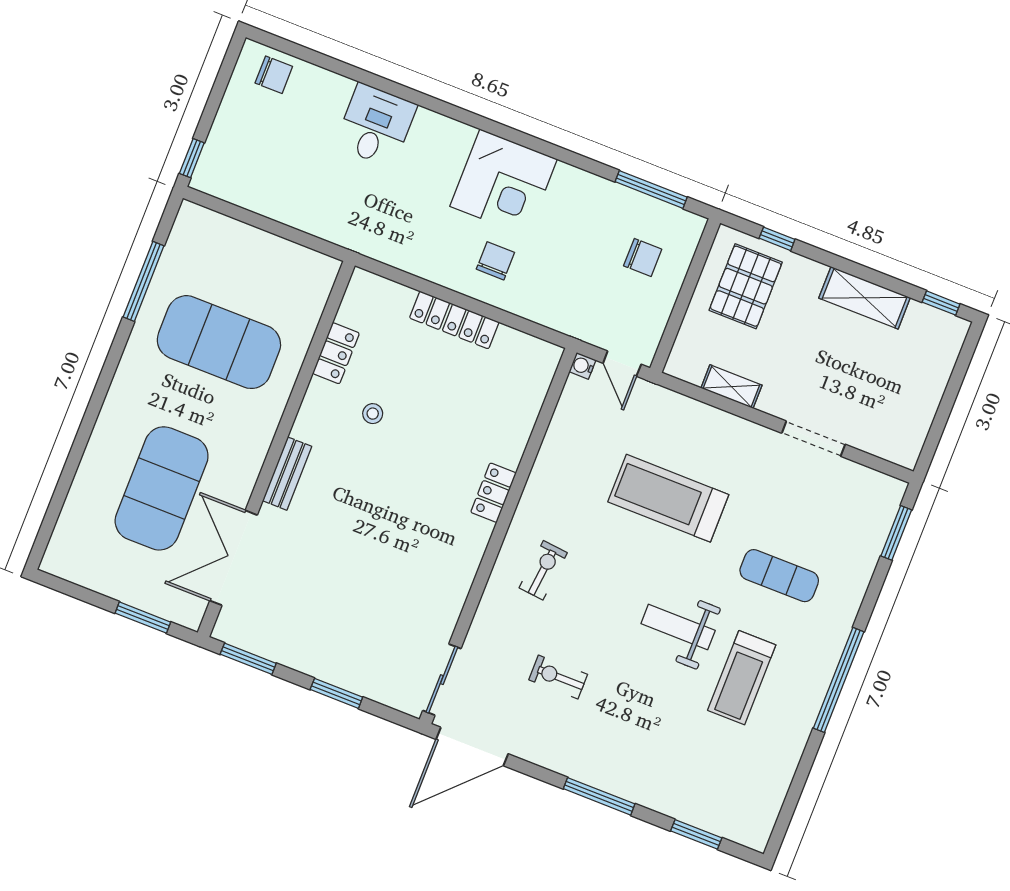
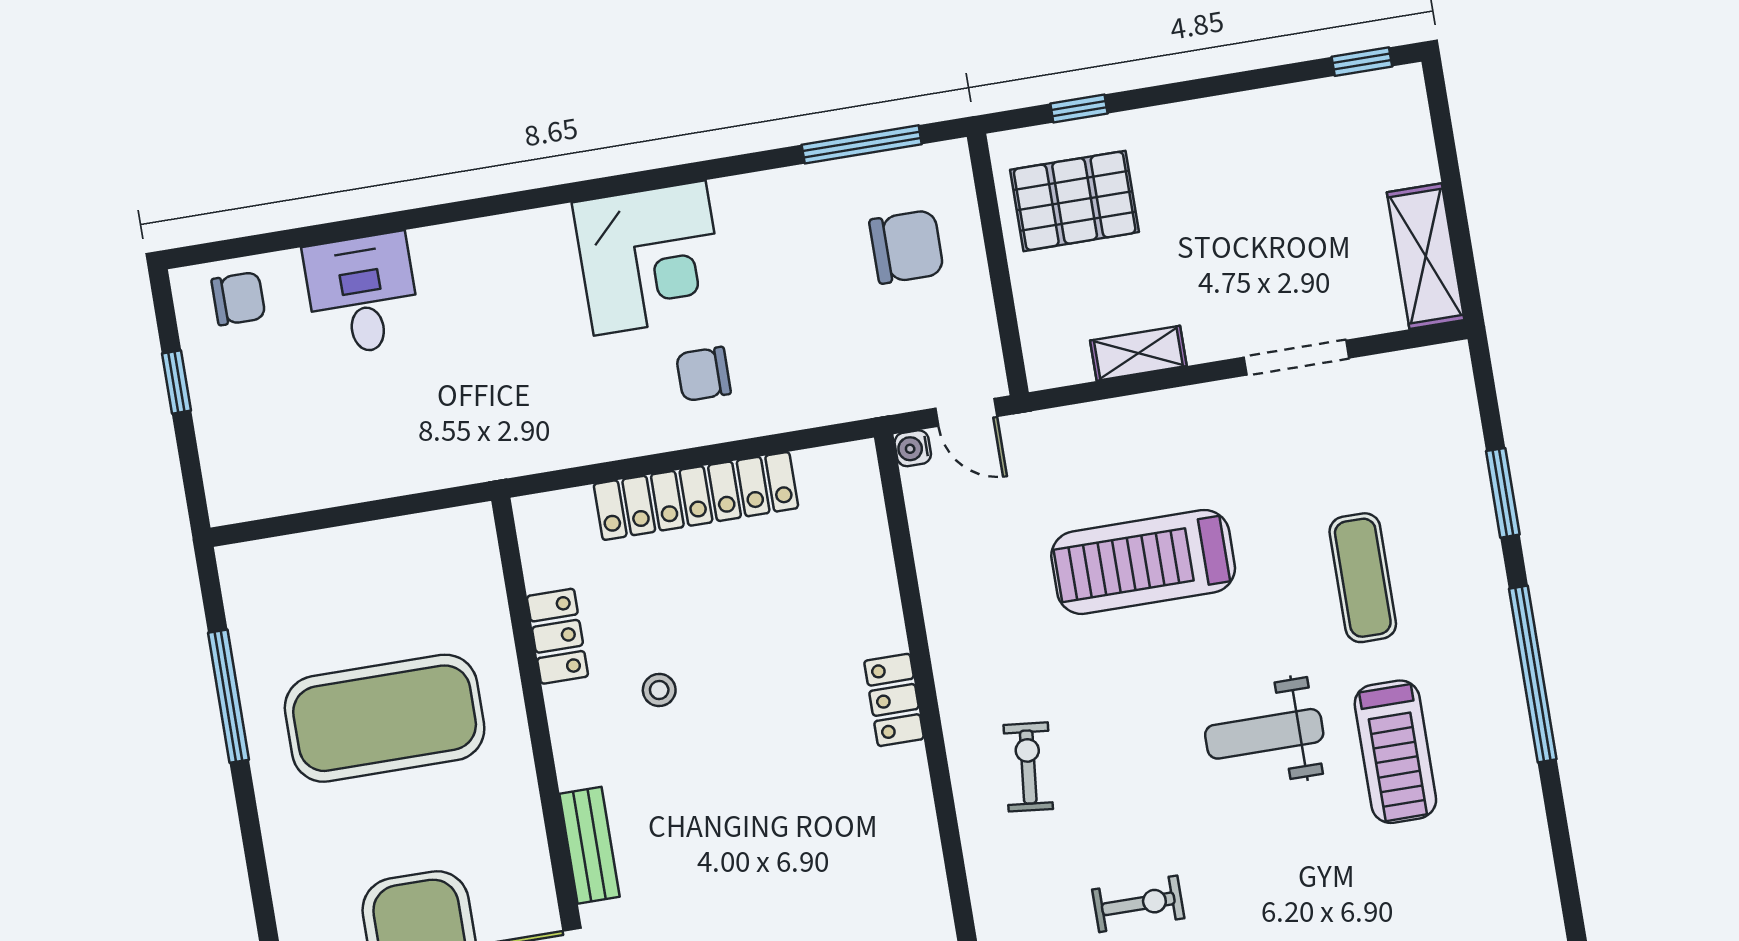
desk: (376, 125) -> (362, 294), moved
window: (192, 158) -> (176, 382), moved
chair: (643, 258) -> (907, 247), width x1.37, depth x1.37
chair: (495, 261) -> (703, 374), turned -90
pallet: (746, 286) -> (1075, 201), turned 90
shelving: (865, 298) -> (1426, 256), moved, turned 90
locker: (454, 320) -> (696, 496), width x1.41, depth x1.21
window: (896, 533) -> (1503, 493), moved
exercise mat: (779, 576) -> (1363, 578), turned 90
exercise bike: (558, 677) -> (1138, 904), turned 180

